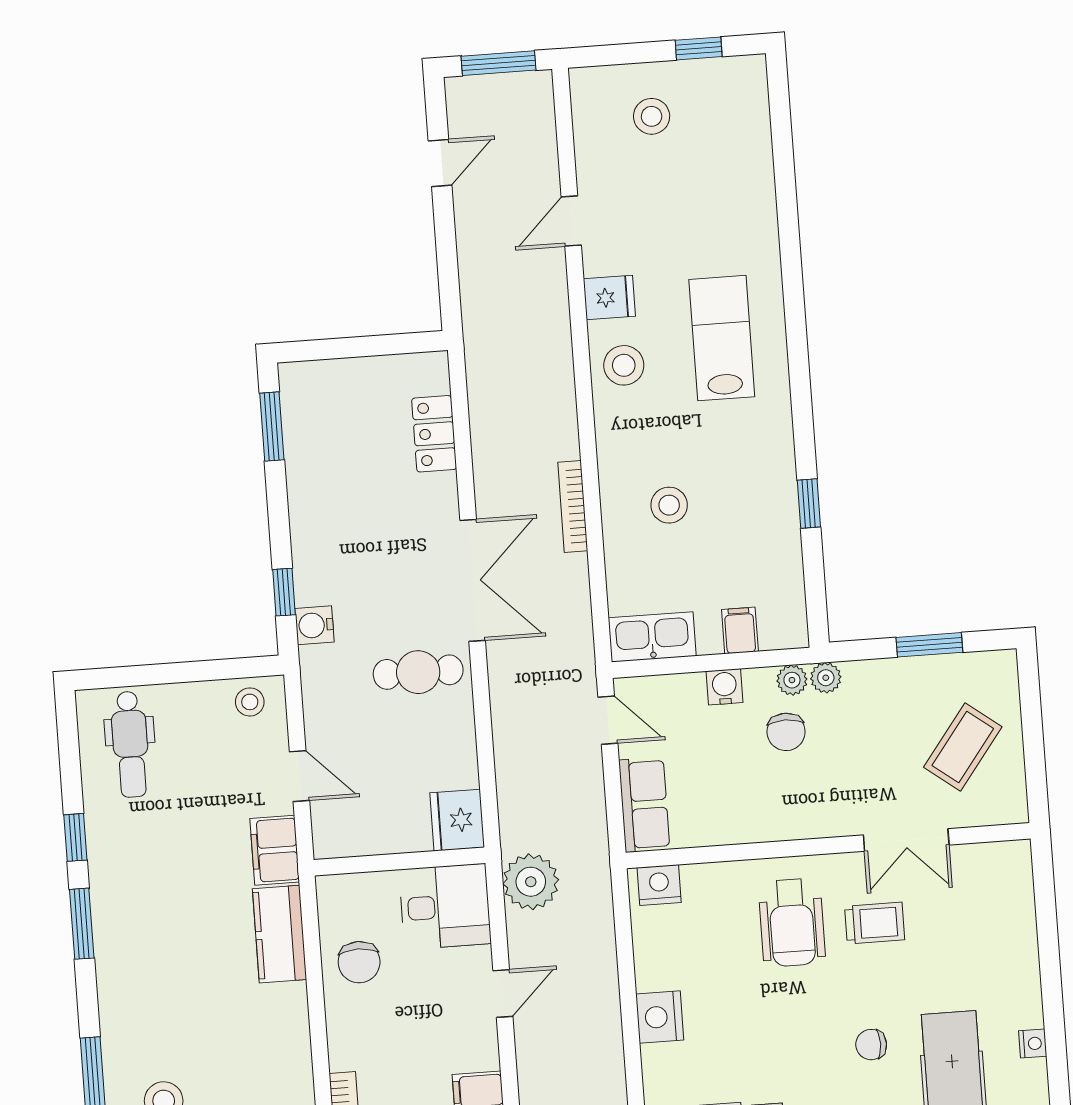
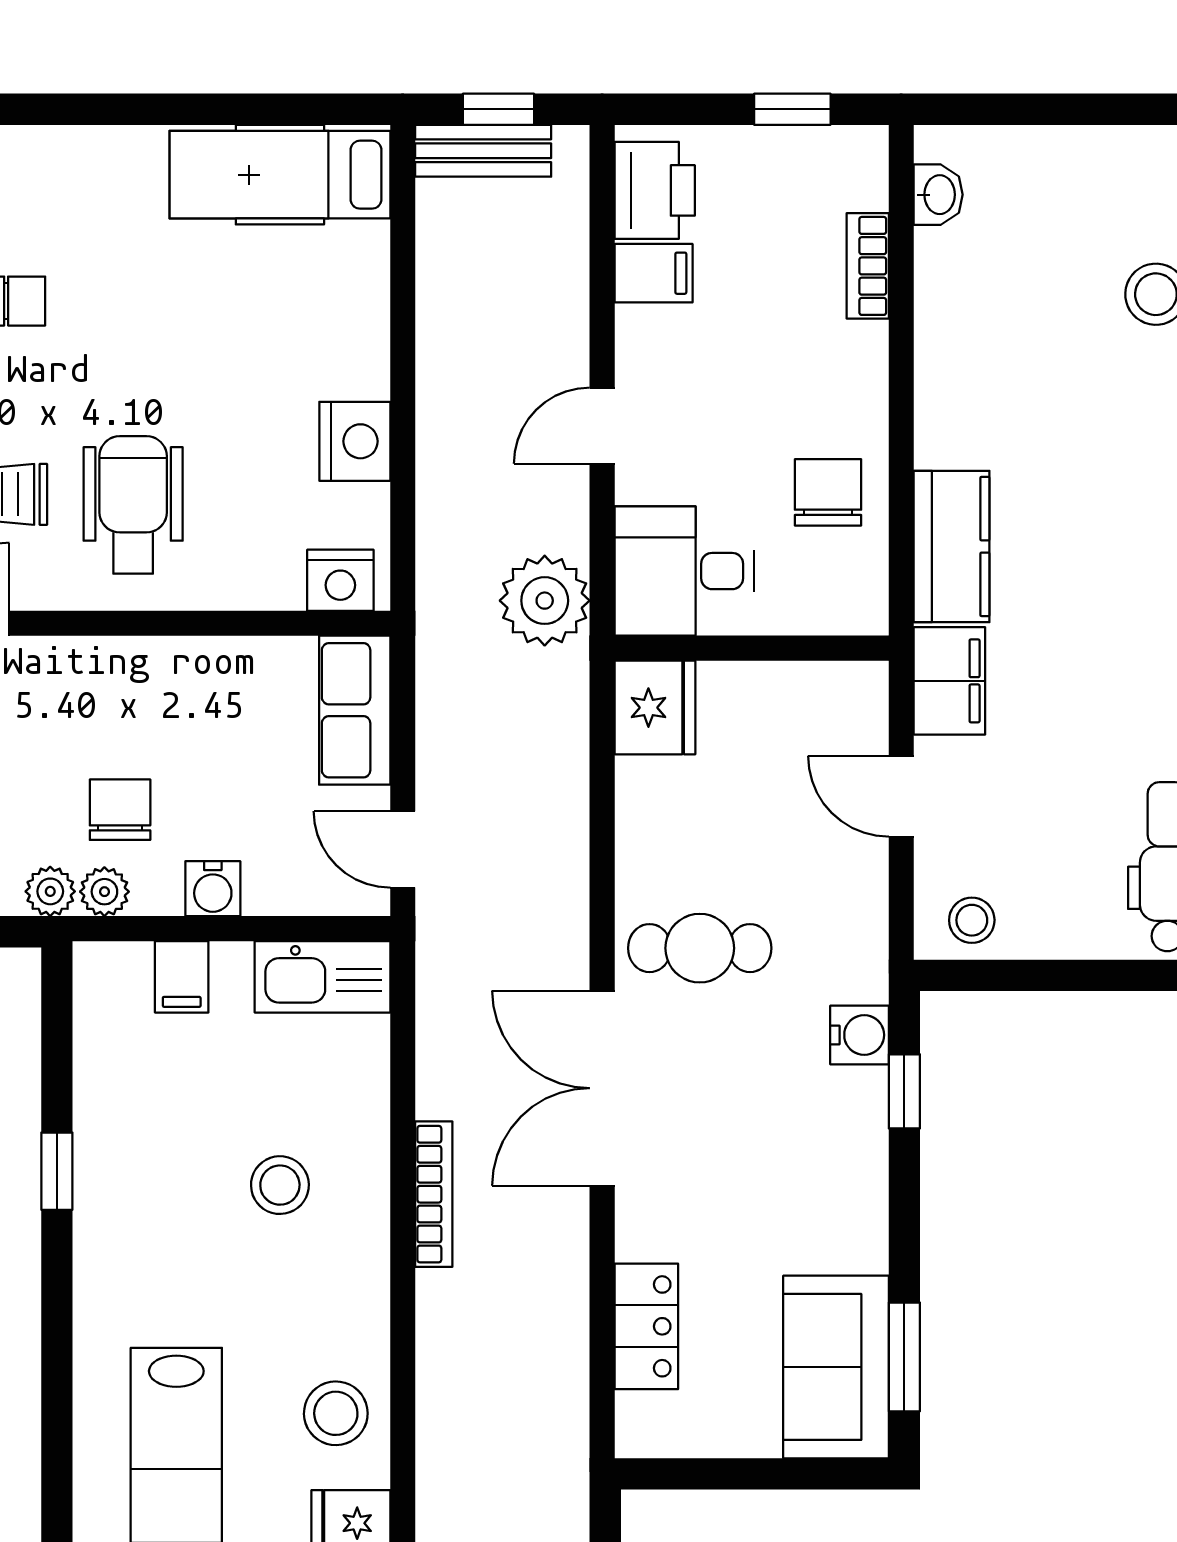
sofa: (314, 417) -> (836, 1367), added
nightstand: (660, 1017) -> (355, 441), moved

